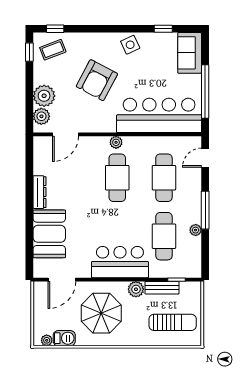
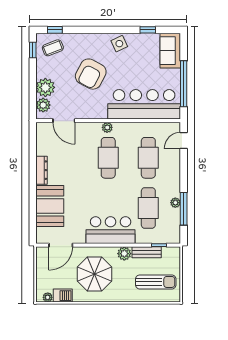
door: (66, 134) -> (64, 121), hinge flipped
window: (205, 210) -> (184, 209), moved

